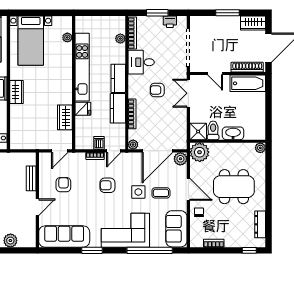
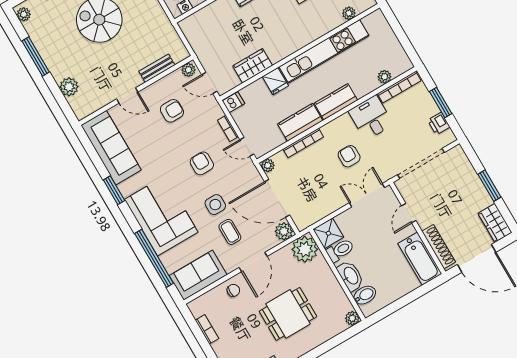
bidet: (250, 131) -> (365, 295), added
dishwasher: (99, 143) -> (233, 102), moved
plant: (44, 159) -> (189, 70), added
dining table: (234, 187) -> (288, 314), width x0.73

